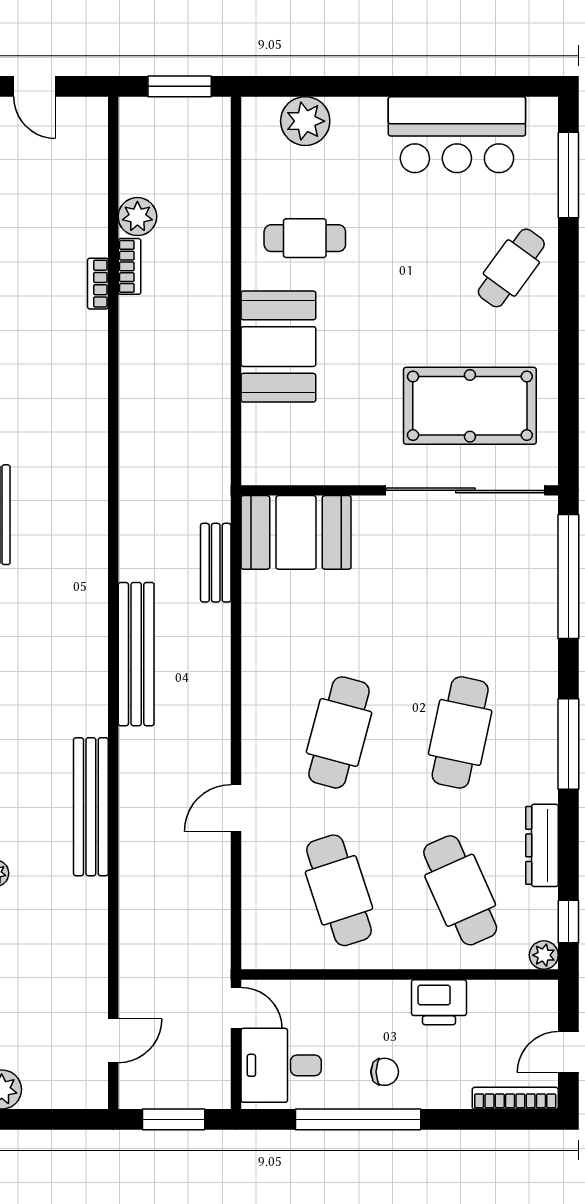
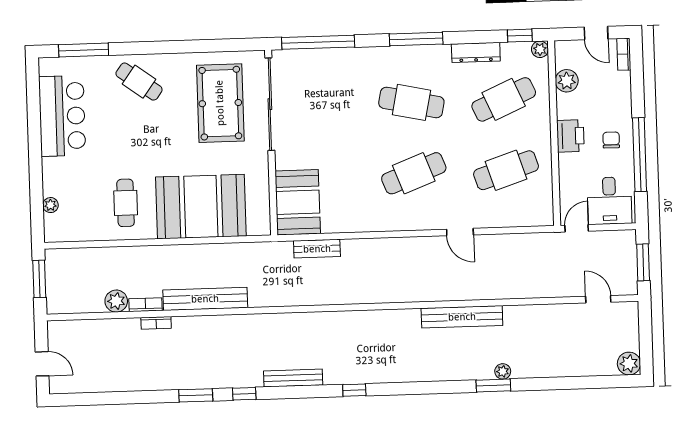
door: (34, 86) -> (42, 364), hinge flipped
plant: (305, 121) -> (50, 205), width x0.53, depth x0.53
booth: (278, 347) -> (201, 207), width x1.36, depth x1.42
bench: (136, 654) -> (205, 299), moved
cafe table: (339, 732) -> (414, 173), turned -36
plant: (488, 999) -> (567, 81), added
printer: (439, 1002) -> (570, 136), moved
bookcase: (515, 1098) -> (624, 54), width x0.64

